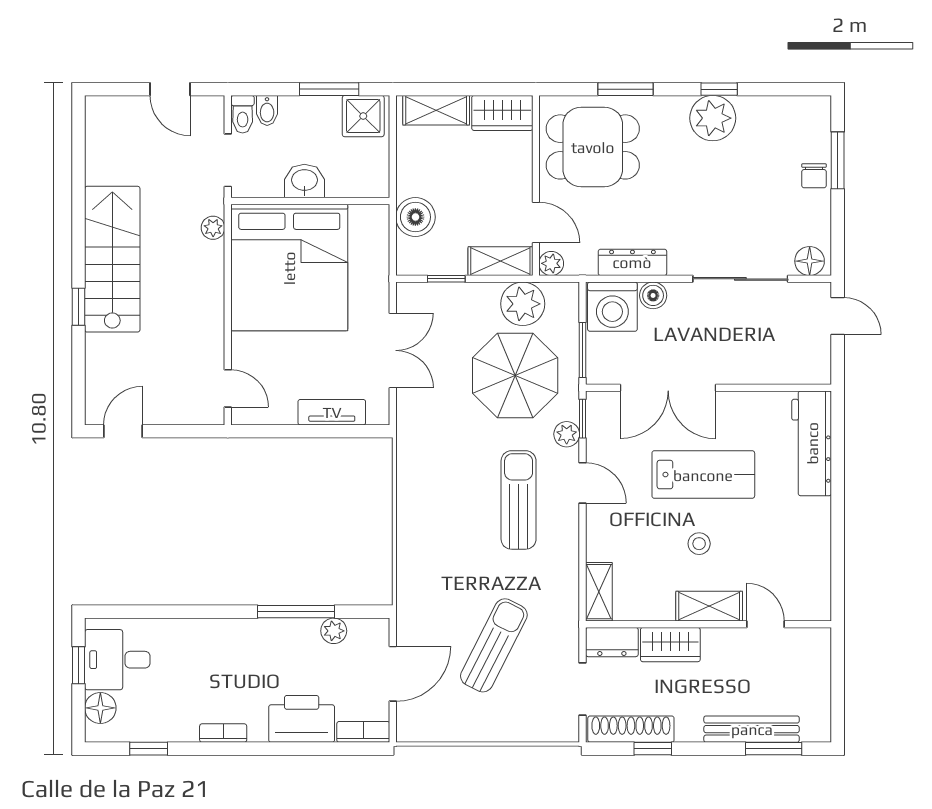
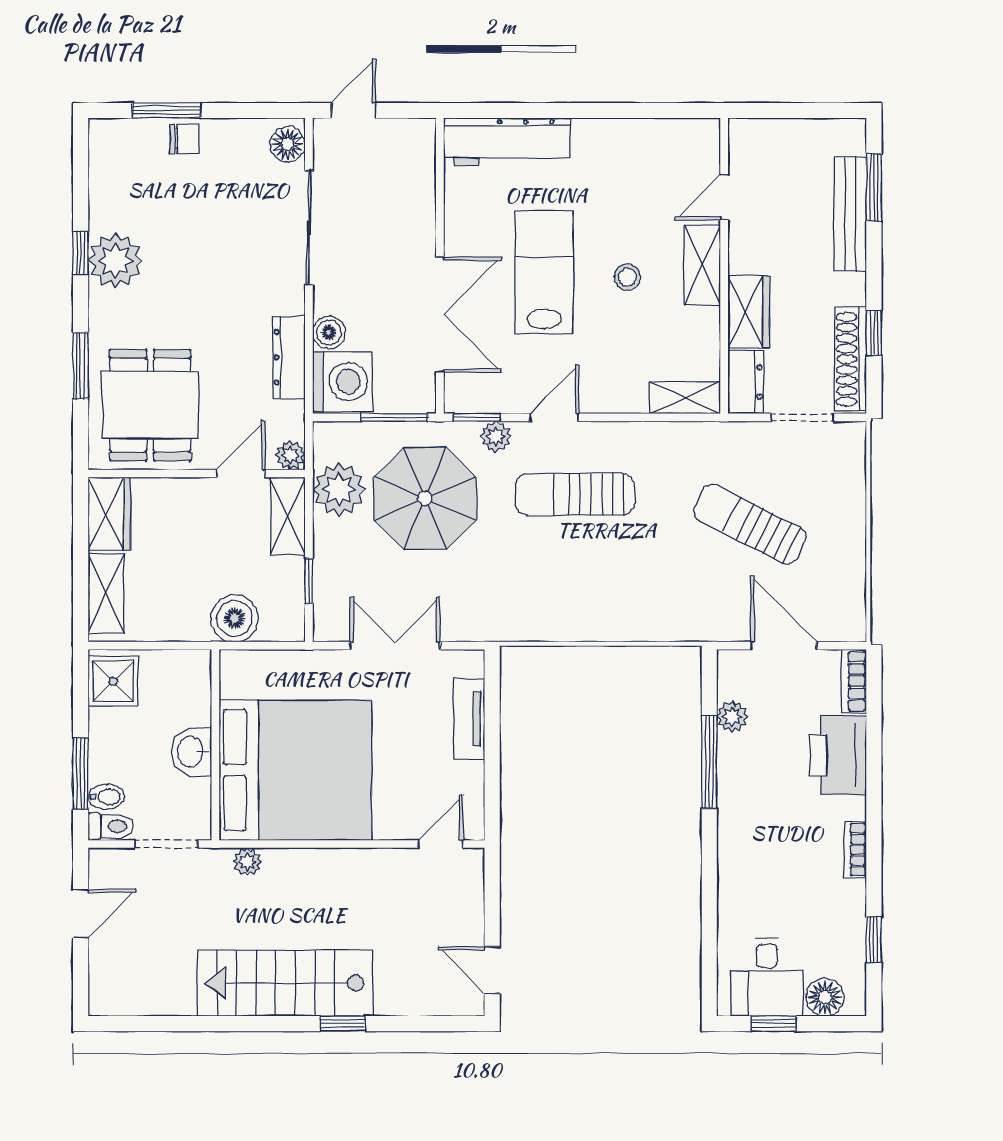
window: (329, 89) -> (81, 774), moved

